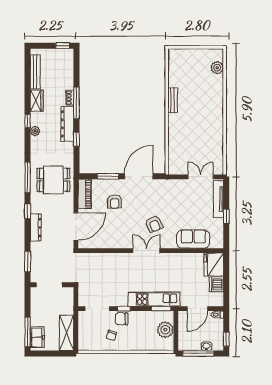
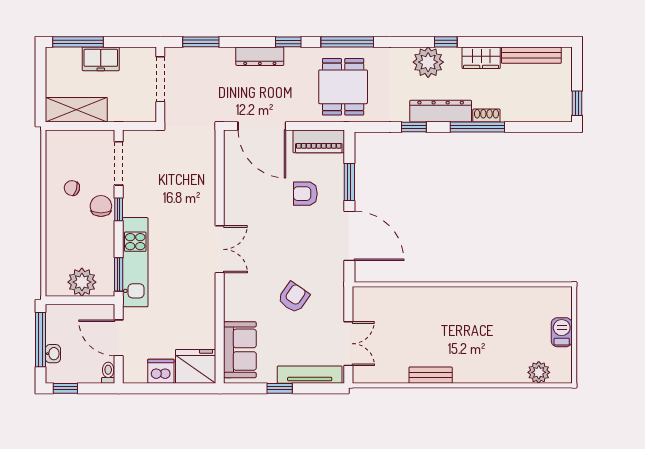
barbecue: (194, 54) -> (562, 332), added
bench: (173, 100) -> (431, 375), moved
plant: (35, 131) -> (428, 62), width x1.87, depth x1.87
armchair: (154, 224) -> (294, 297), moved, turned 149
sofa: (193, 239) -> (240, 350), moved
freezer: (37, 337) -> (101, 59), moved

